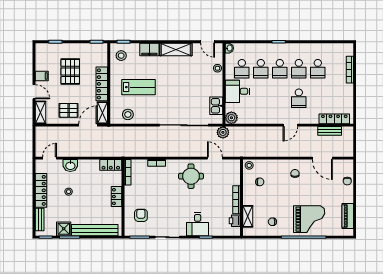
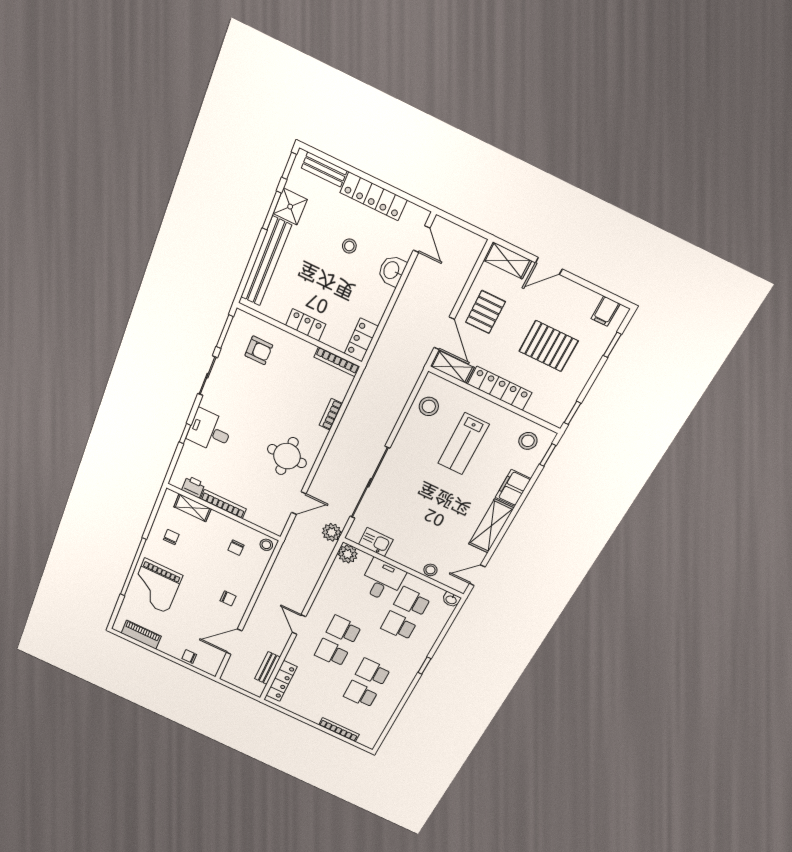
school desk: (280, 69) -> (344, 630), moved
filing cabinet: (42, 76) -> (606, 311), moved

